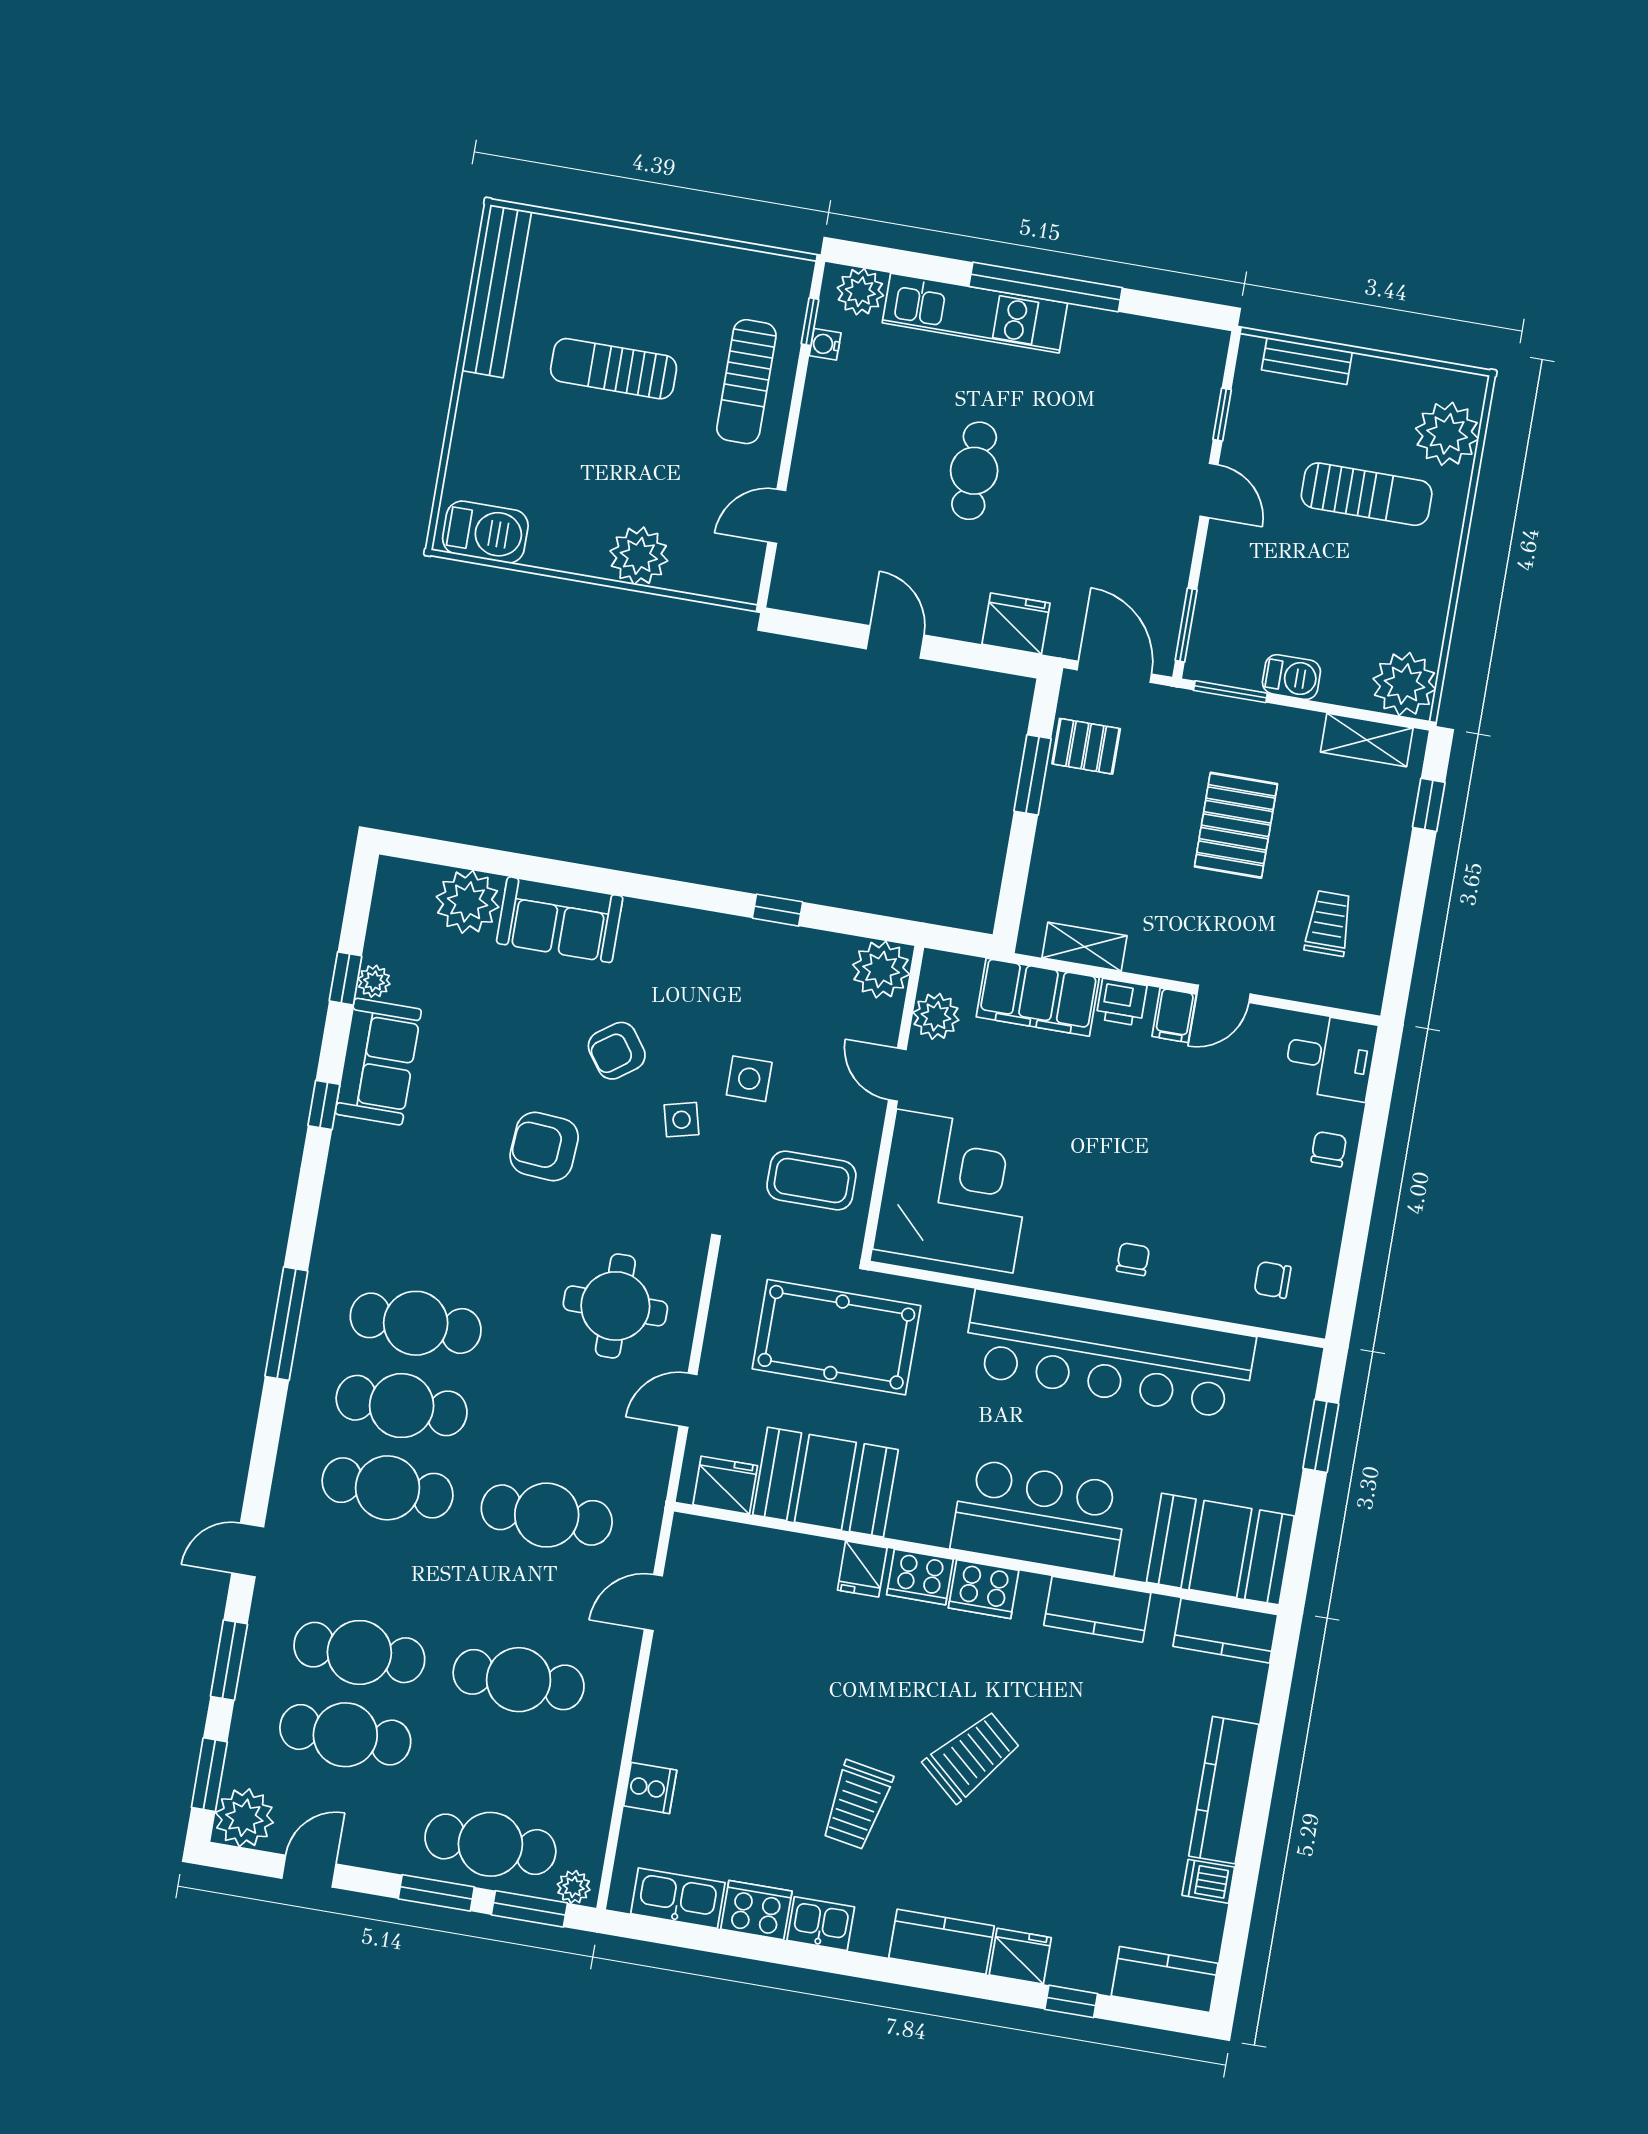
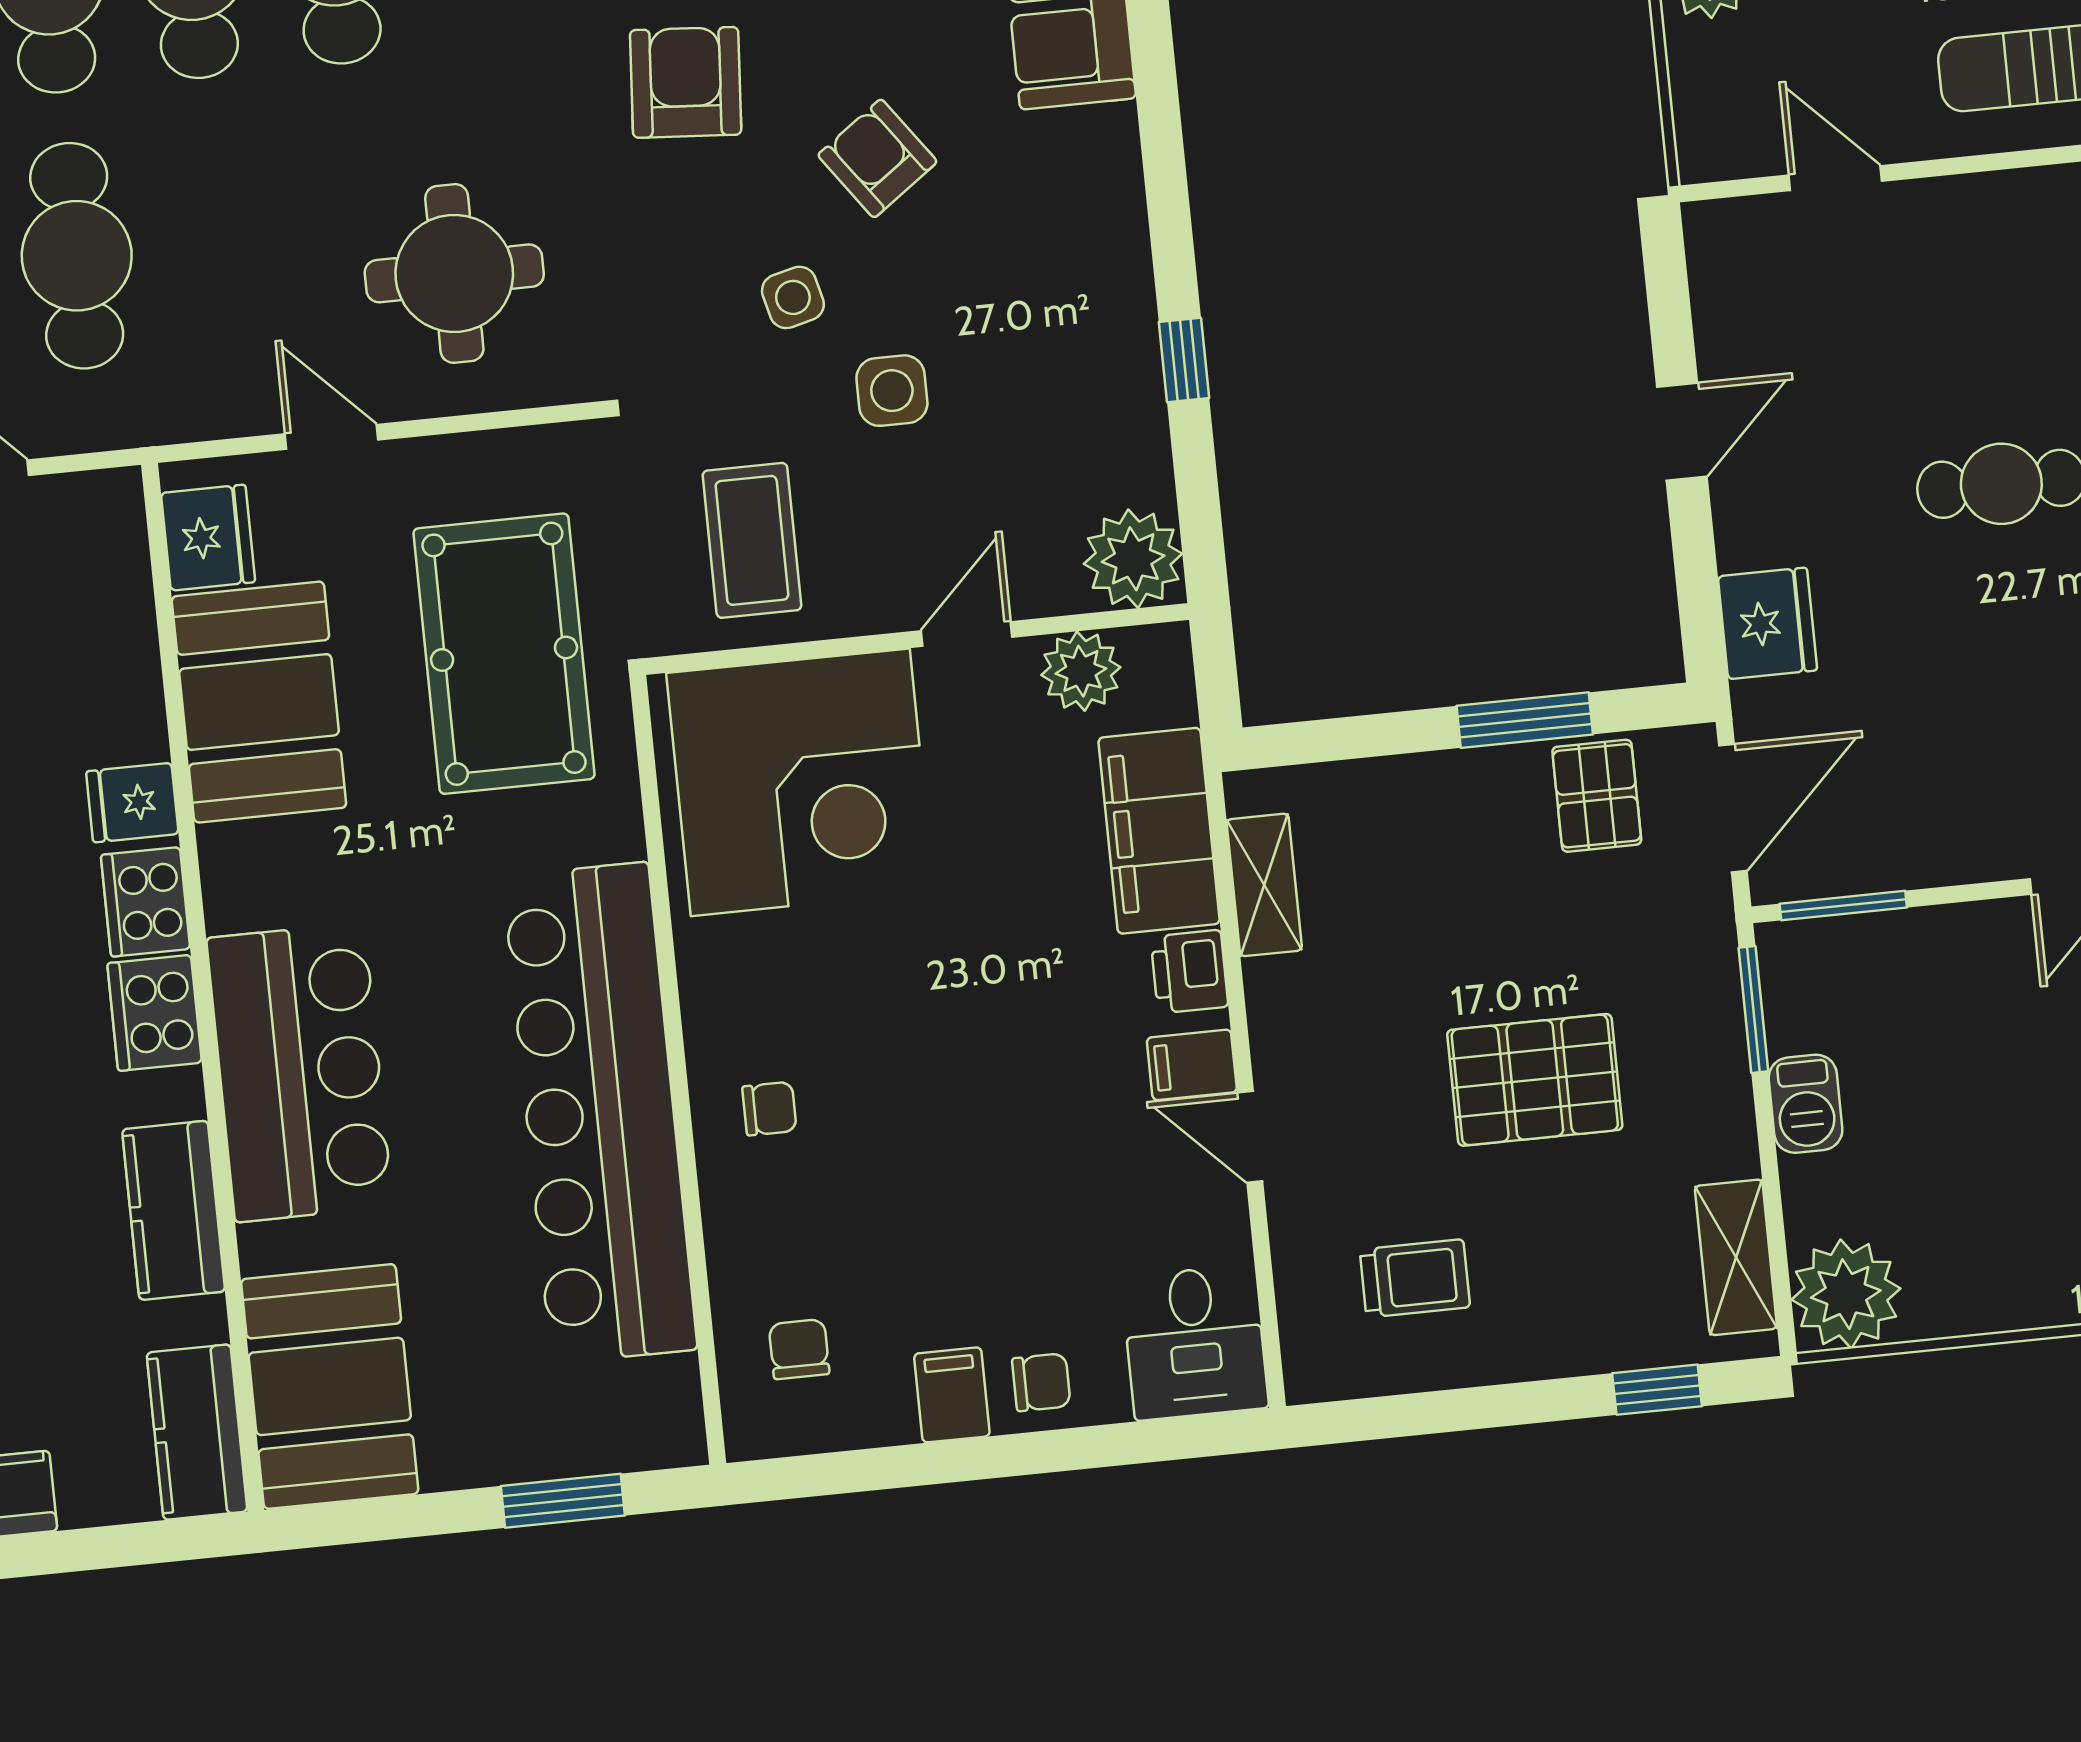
filing cabinet: (1322, 1201) -> (952, 1395), added

